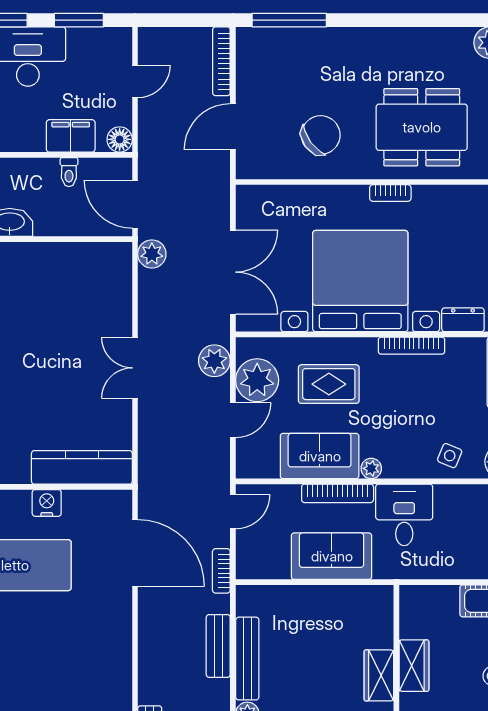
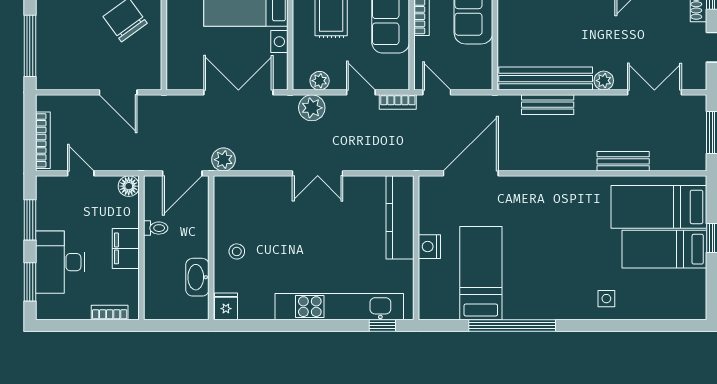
bookcase: (221, 61) -> (43, 140), moved, turned -90
filing cabinet: (71, 136) -> (126, 248), moved
stool: (41, 270) -> (237, 251), added
plant: (257, 380) -> (320, 81), width x0.53, depth x0.53
bookcase: (221, 571) -> (398, 102), moved
bench: (247, 659) -> (546, 79), width x1.37, depth x1.21

